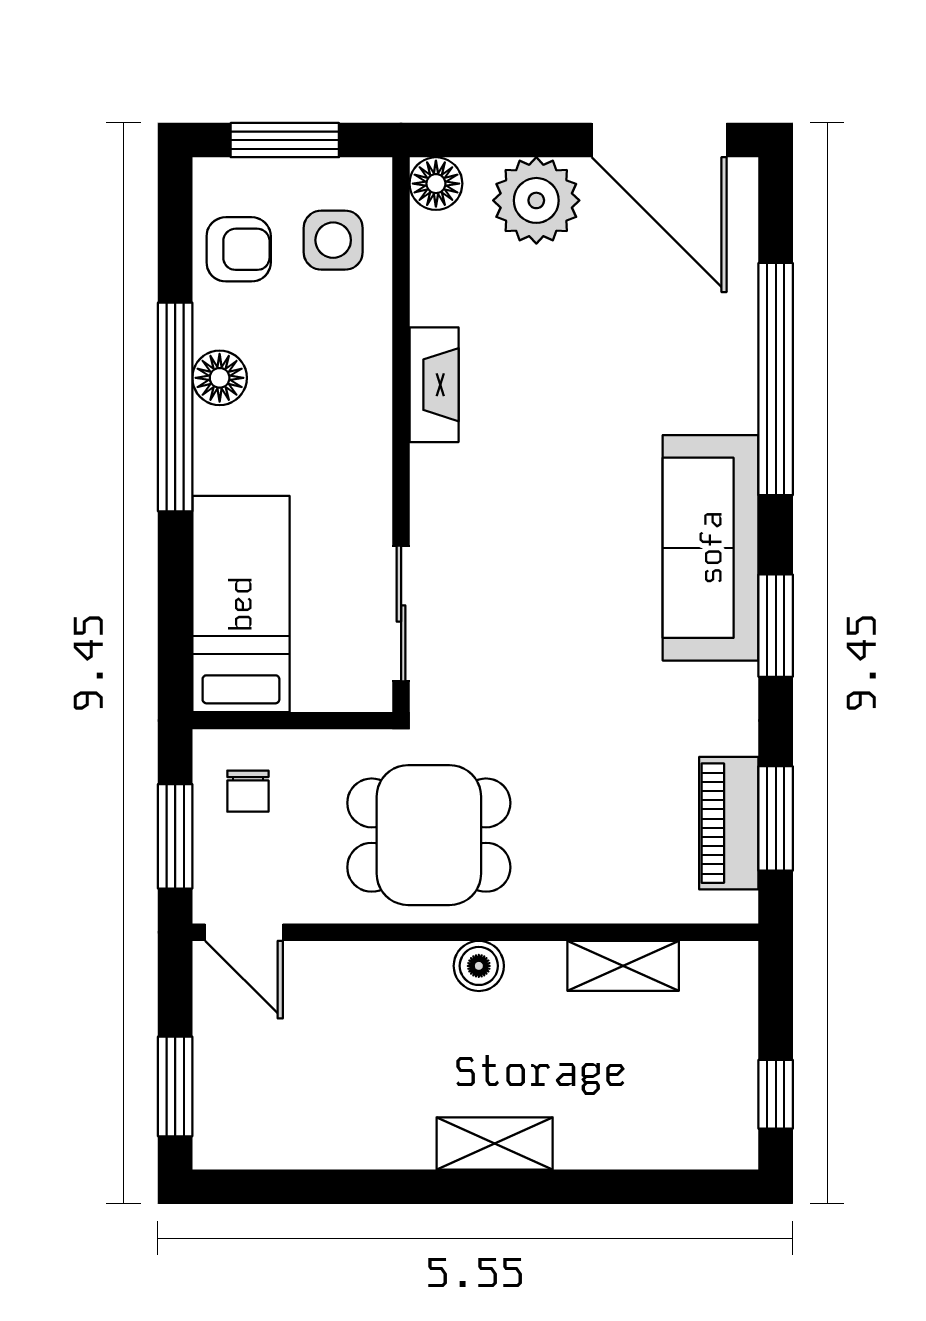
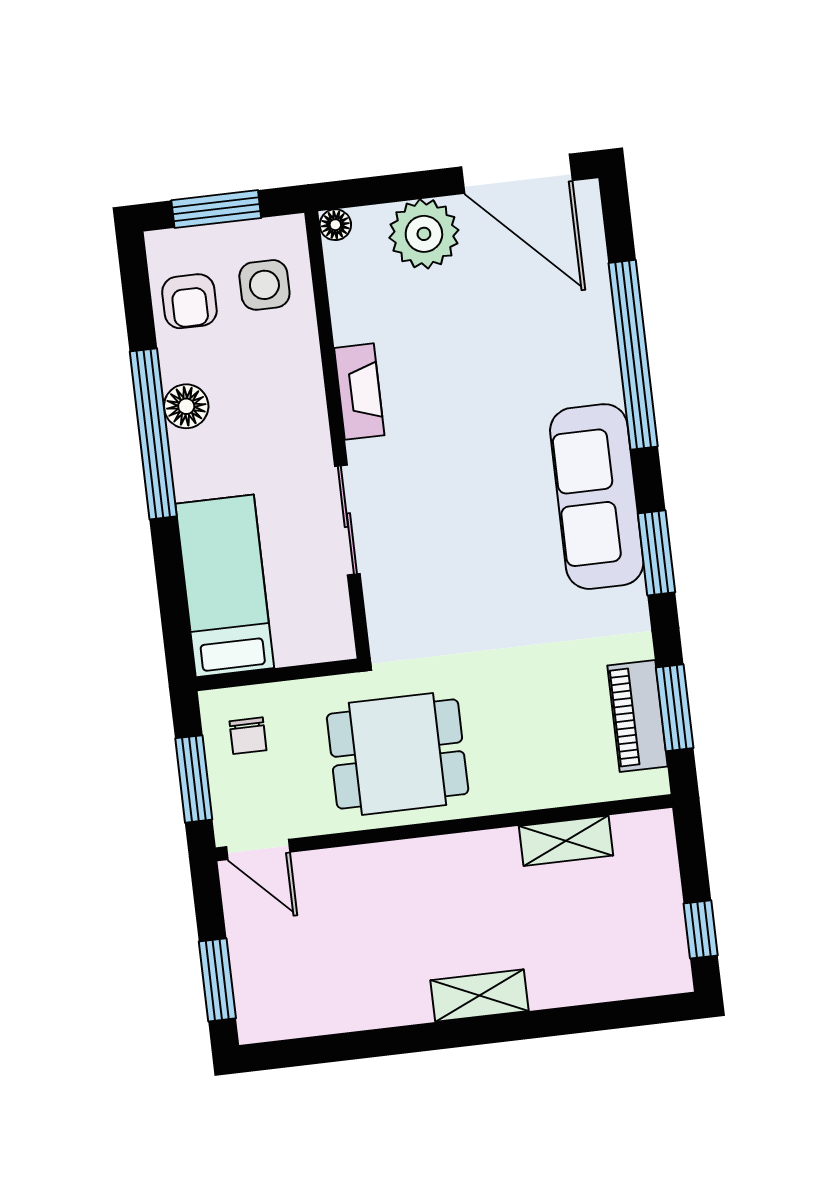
floor lamp: (436, 184) -> (335, 225), width x0.73, depth x0.73
armchair: (239, 249) -> (189, 301), turned 90
sliding door: (401, 614) -> (347, 520), moved
boiler: (479, 966) -> (450, 854), removed

